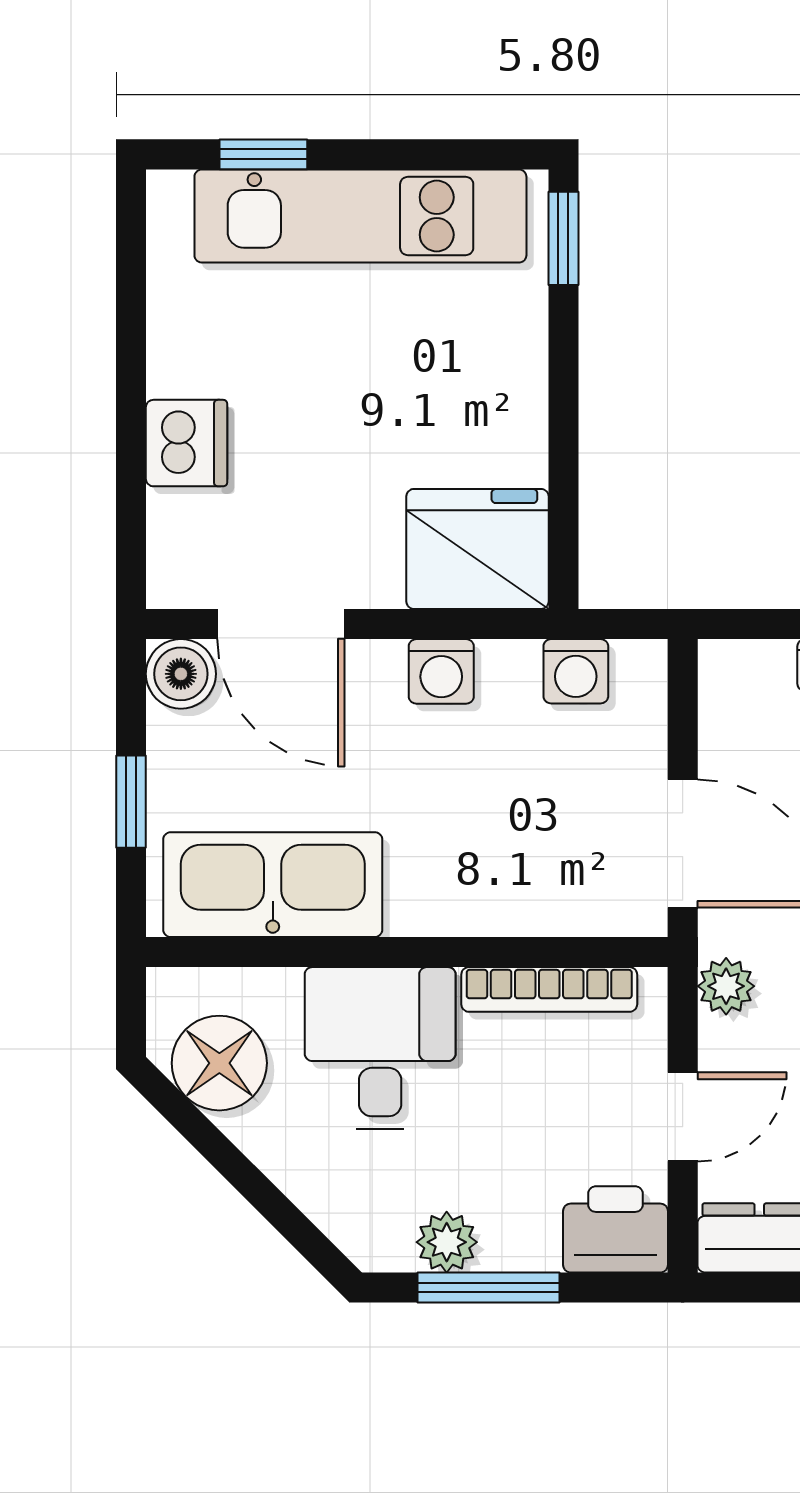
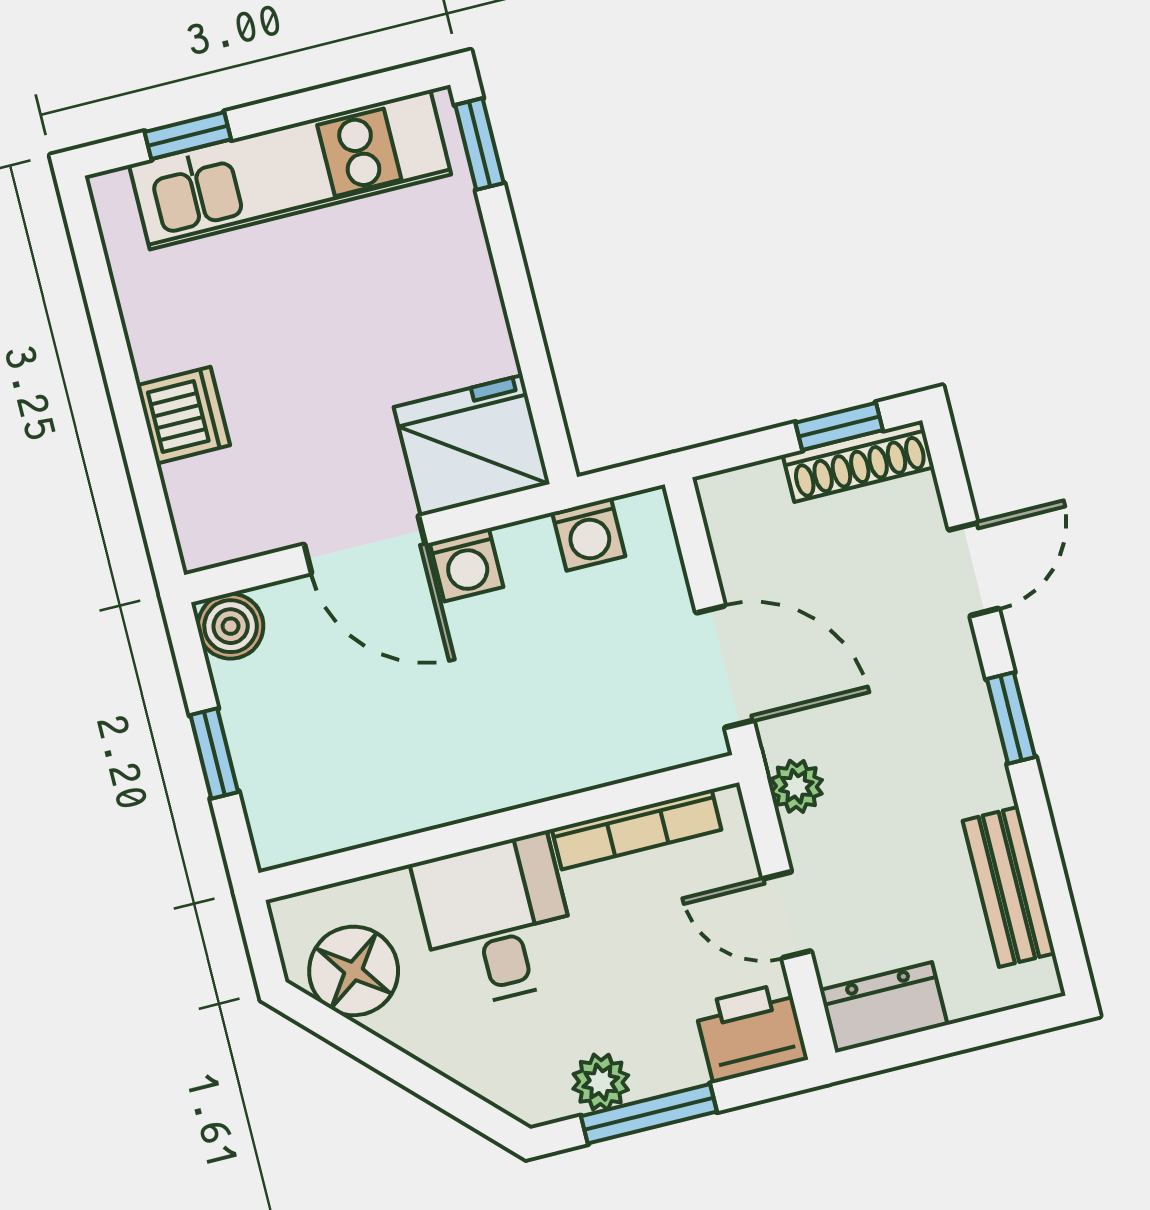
door: (281, 624) -> (365, 545), moved
kitchen sink: (273, 885) -> (362, 797), removed
door: (683, 1117) -> (787, 915), swing flipped

